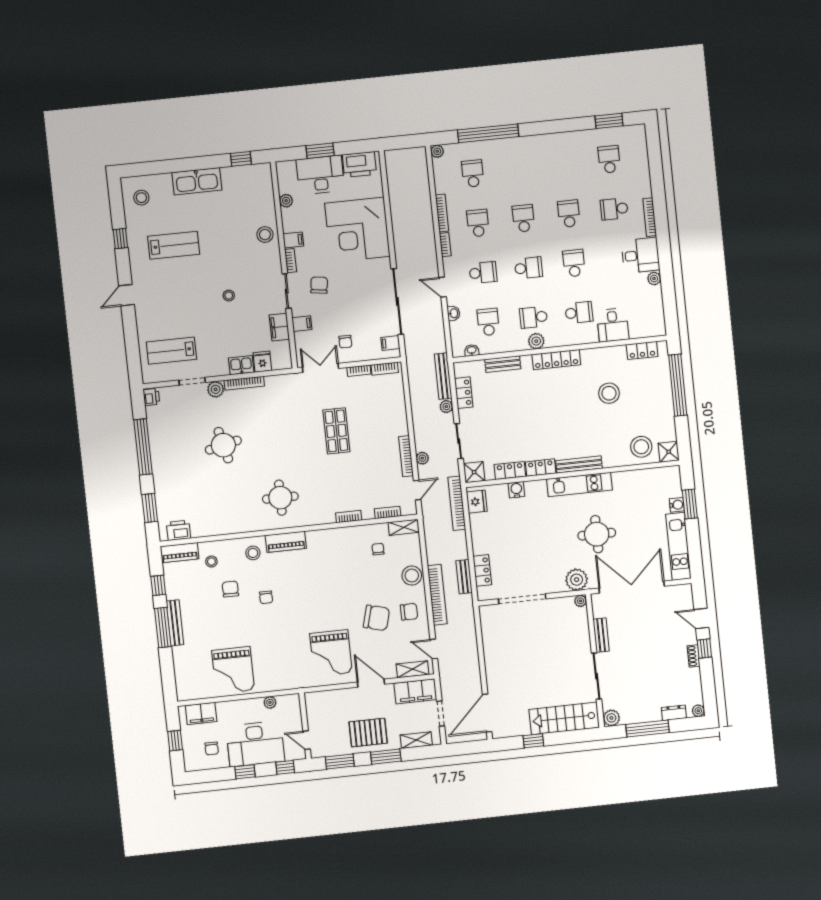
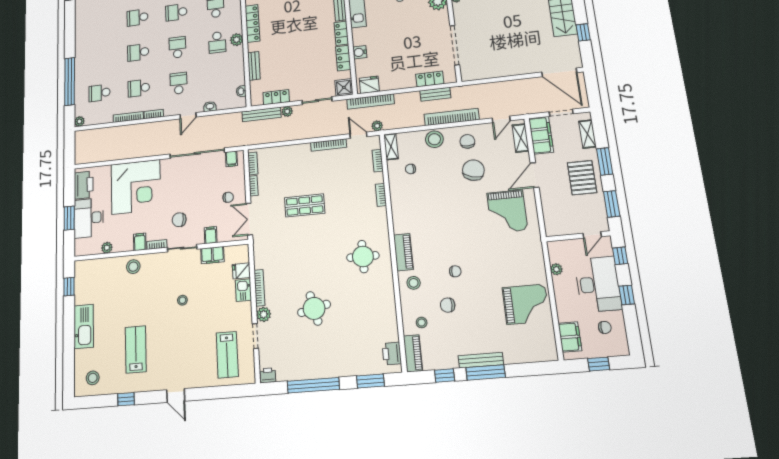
school desk: (488, 322) -> (219, 78), removed
plant: (422, 458) -> (377, 126), moved
grand piano: (331, 653) -> (507, 211), turned 90

